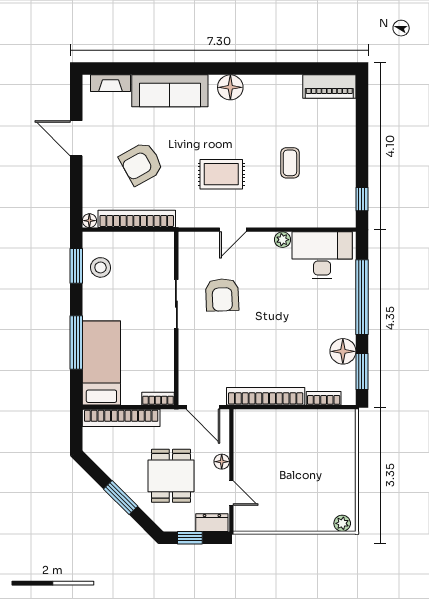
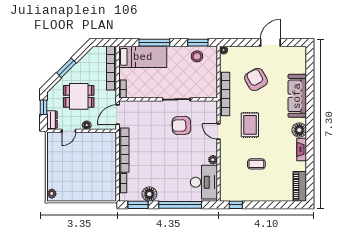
fireplace: (110, 83) -> (302, 149), moved
bookcase: (137, 219) -> (225, 94), moved

